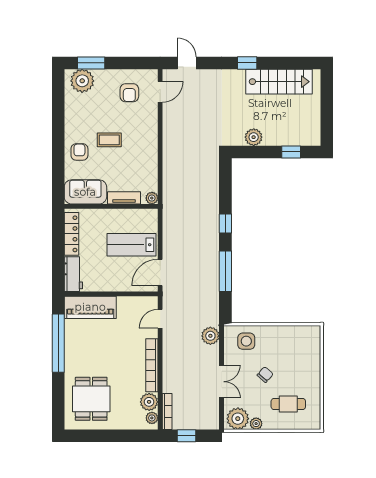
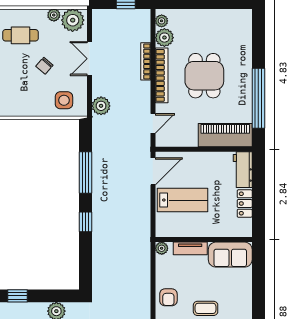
armchair: (79, 152) -> (168, 297), moved
locker: (71, 234) -> (245, 204), width x0.66
dining table: (91, 399) -> (204, 76), moved
bookcase: (167, 412) -> (146, 61), moved

